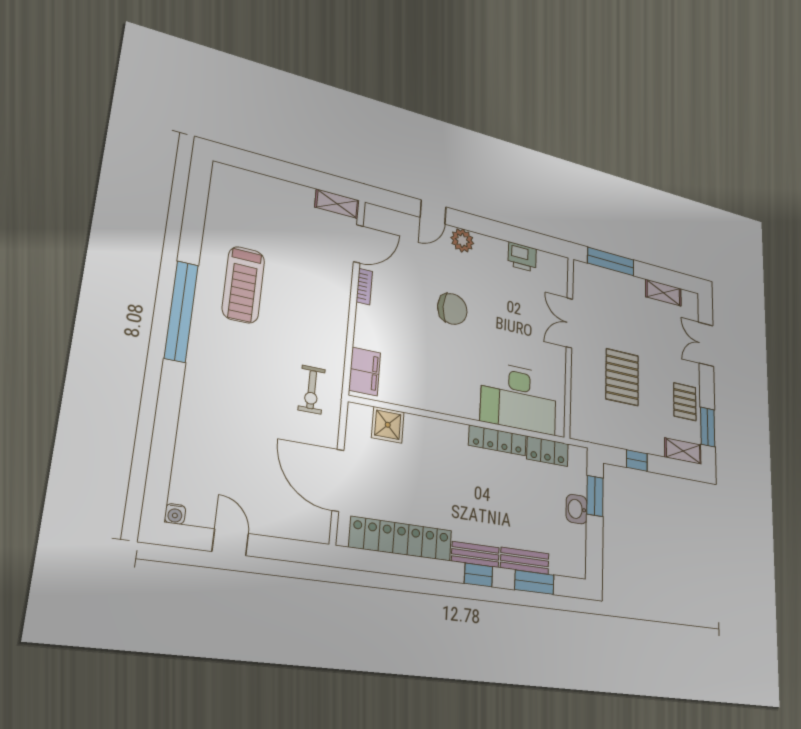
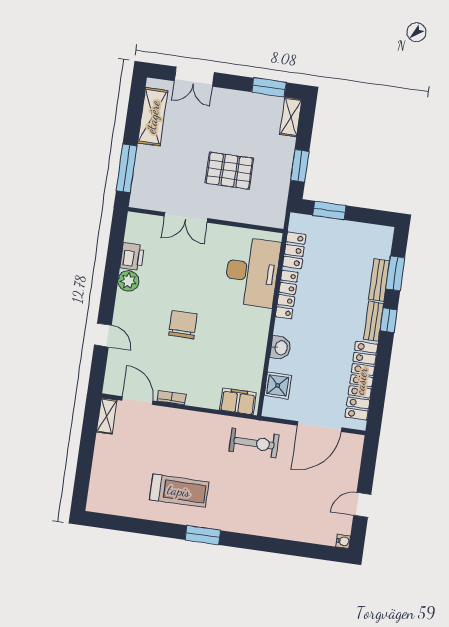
plant: (462, 240) -> (128, 281), moved
shelving: (663, 293) -> (153, 117), width x1.50, depth x1.33
window: (181, 311) -> (203, 535), width x0.47
exercise bike: (312, 390) -> (254, 443), width x1.38, depth x1.39
pallet: (685, 402) -> (248, 108), removed
window: (637, 460) -> (300, 166), width x1.50
washbasin: (577, 509) -> (281, 348), moved, turned -90

